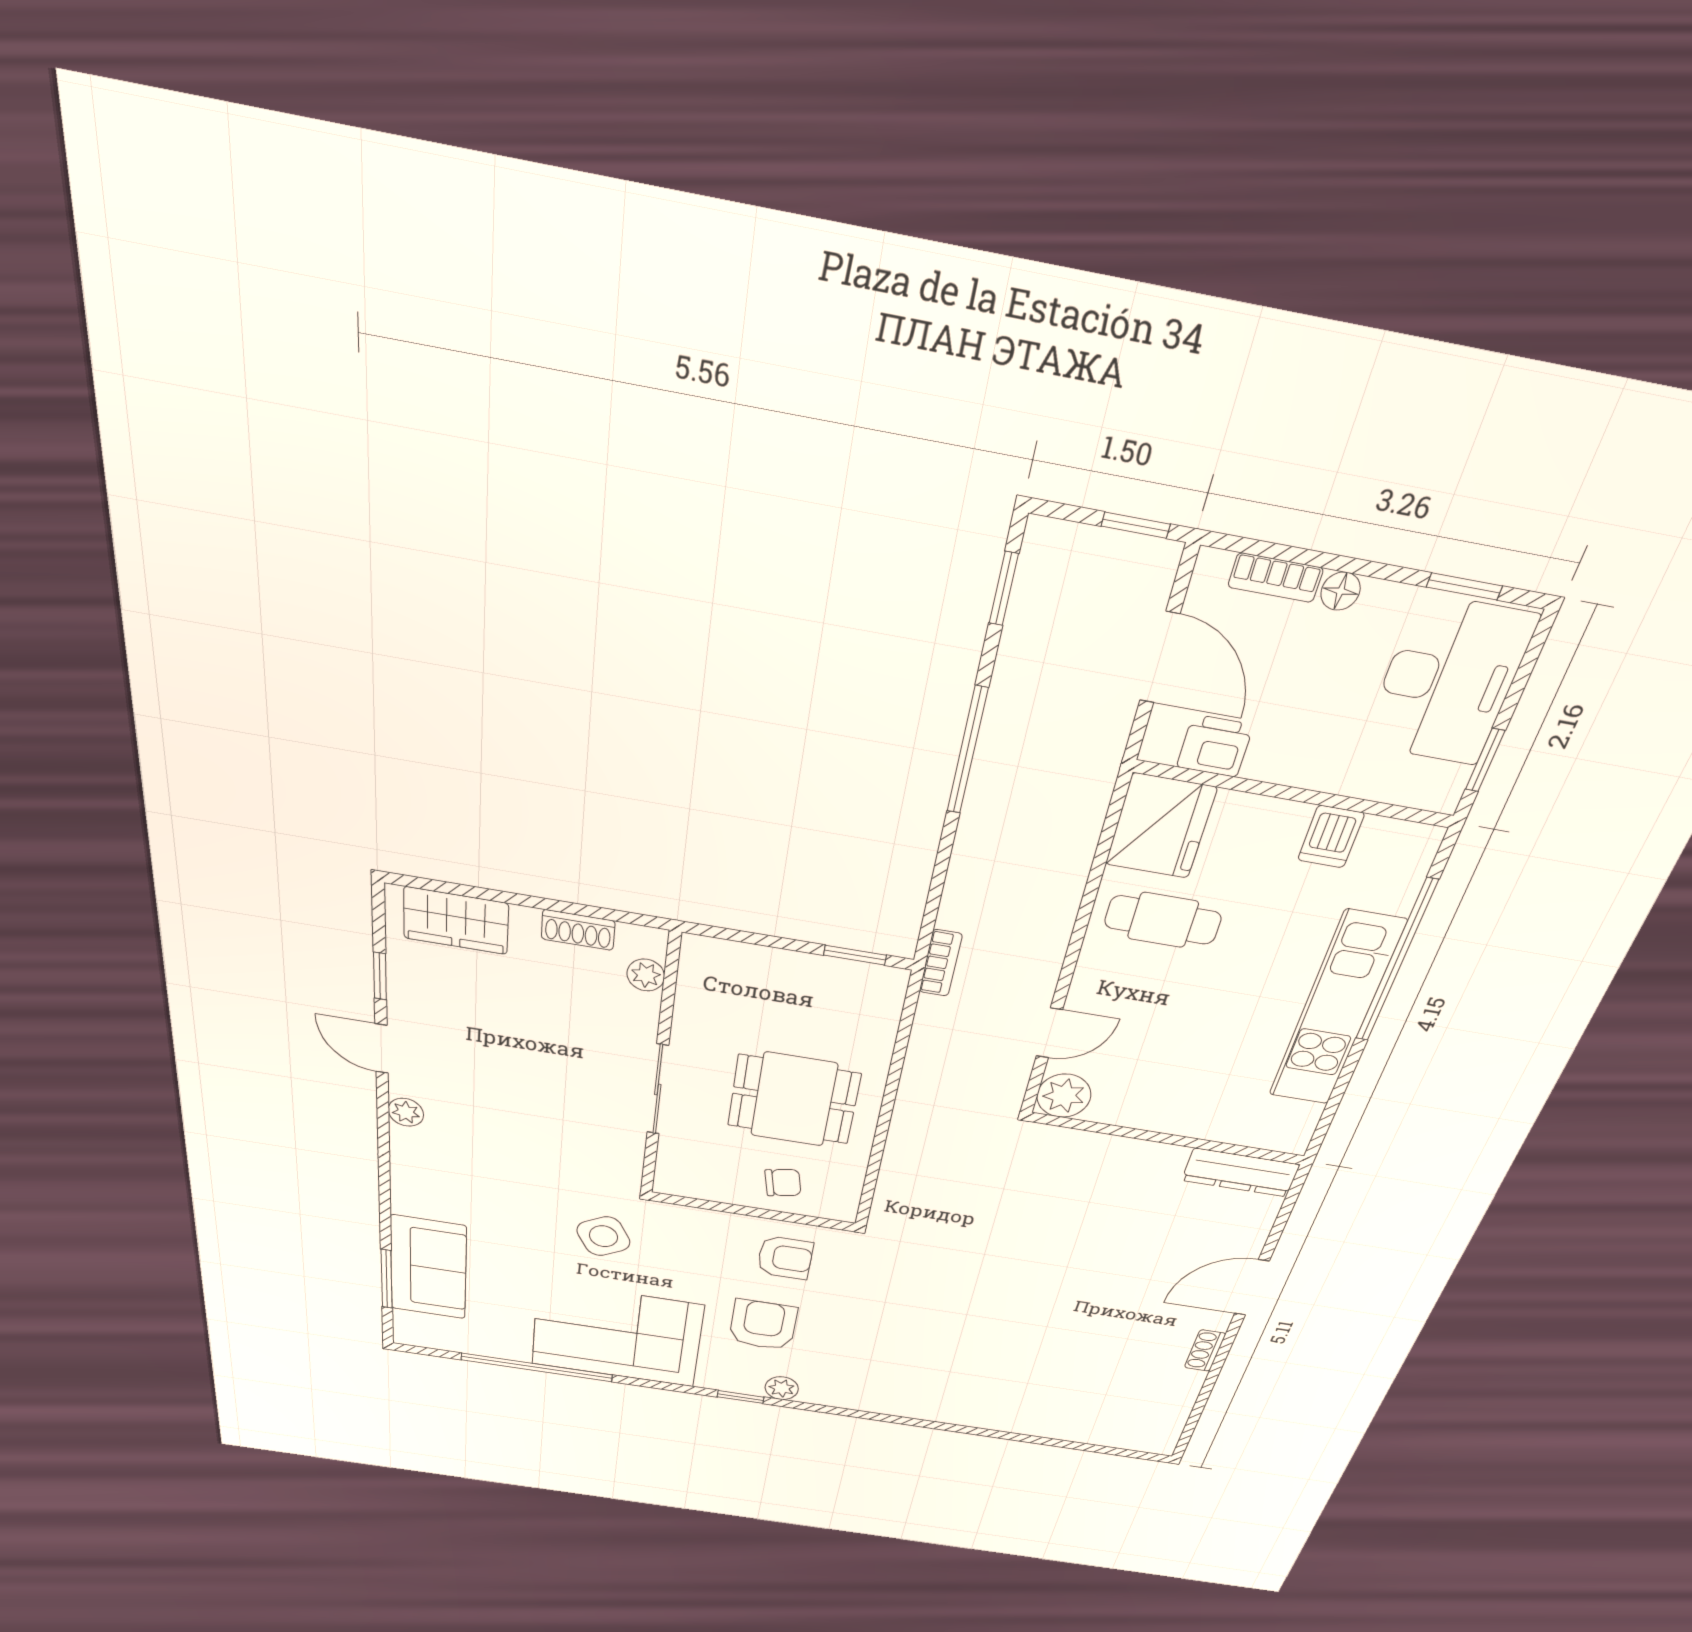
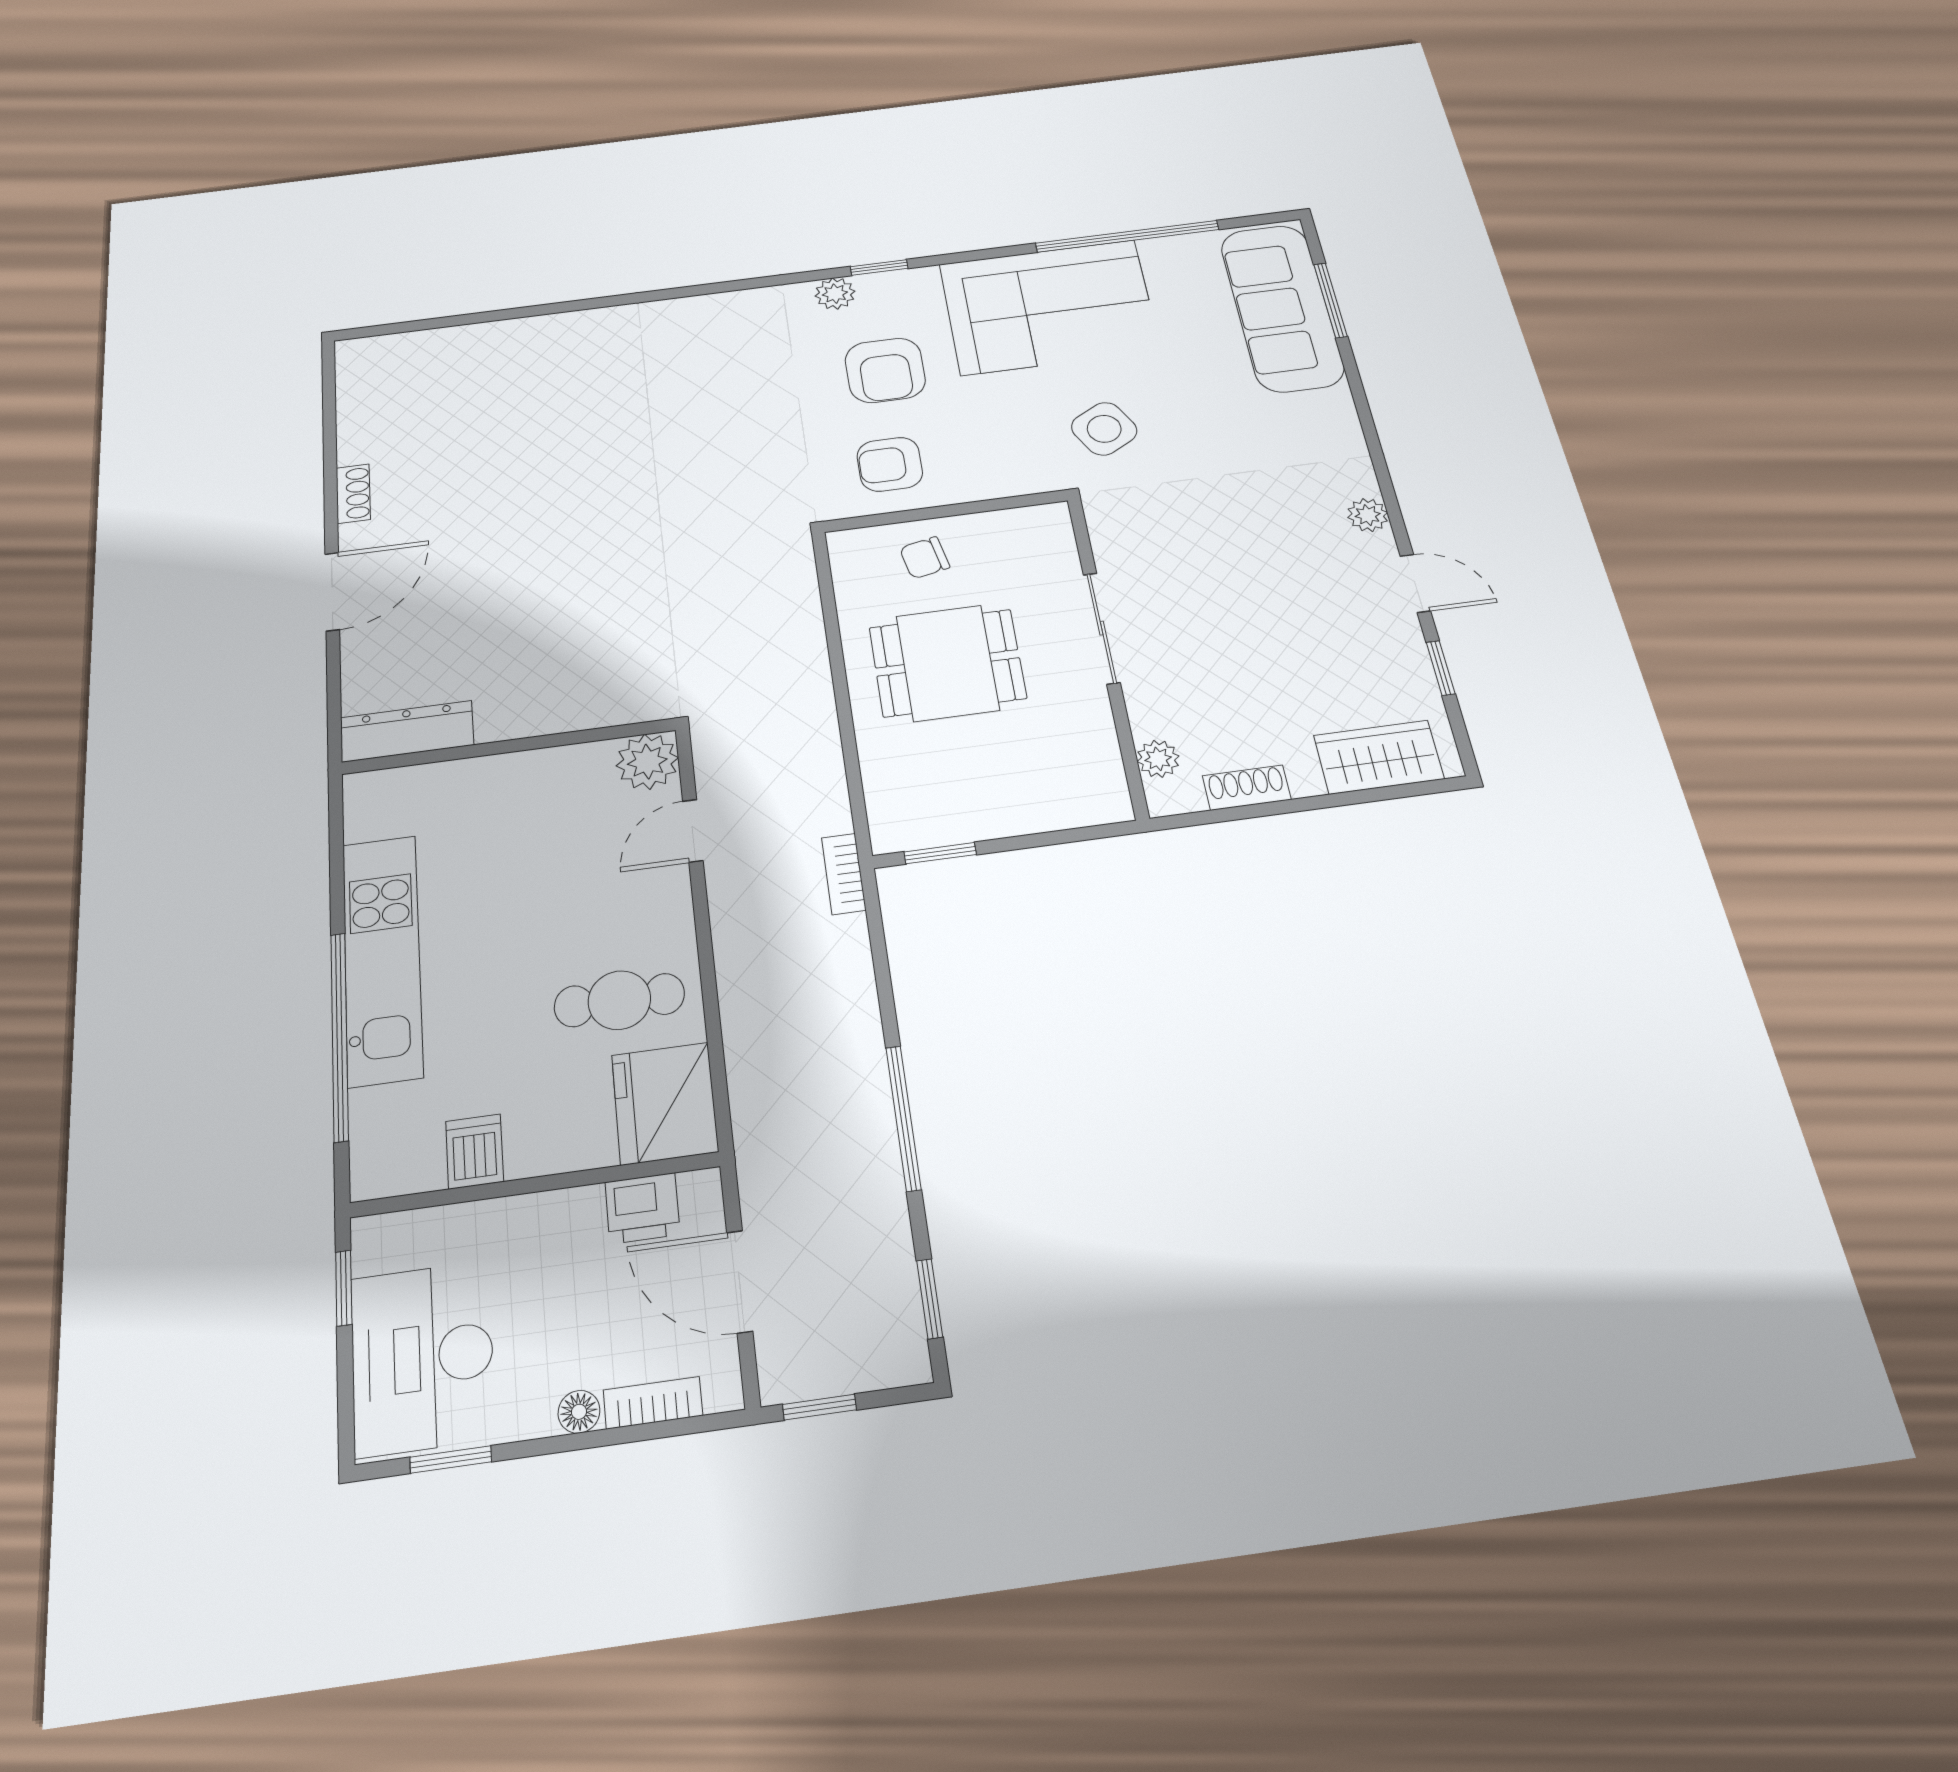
sofa: (428, 1268) -> (1282, 308), width x1.36

